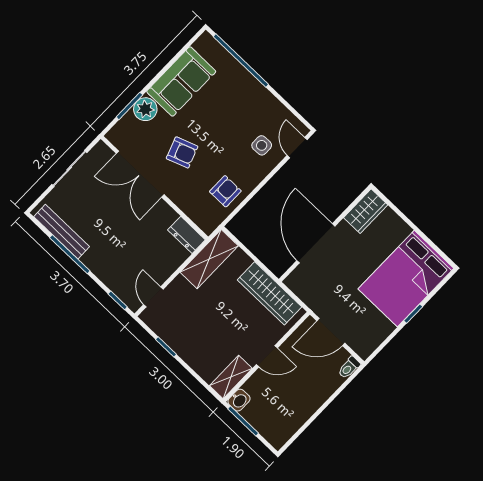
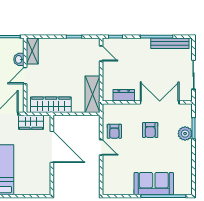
sofa: (181, 81) -> (154, 184), moved, turned 90
side table: (262, 145) -> (118, 167), removed
door: (297, 148) -> (101, 147), moved
armchair: (182, 152) -> (150, 130), turned -70
wardrobe: (366, 211) -> (31, 122), moved, turned -90
dresser: (186, 235) -> (124, 95), moved
washbasin: (239, 400) -> (19, 59), moved

